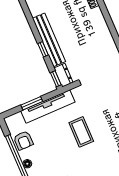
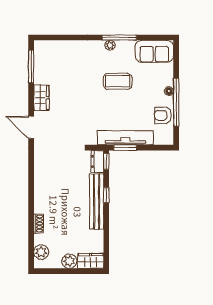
window: (32, 103) -> (125, 148), moved
coffee table: (81, 132) -> (118, 81), moved, turned 90
armchair: (23, 140) -> (163, 115), turned -90

